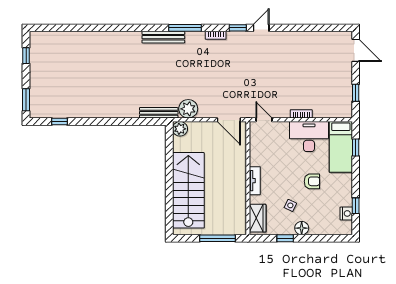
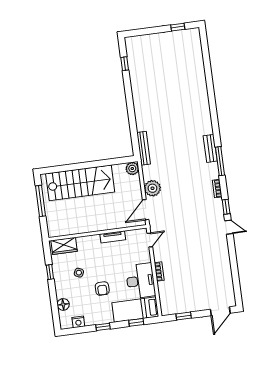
bench: (163, 37) -> (210, 148), width x0.73
window: (26, 100) -> (140, 32), removed
plant: (188, 109) -> (152, 188), moved
tv unit: (255, 181) -> (113, 237), moved
window: (356, 206) -> (103, 327), moved
floor lamp: (302, 228) -> (63, 304), moved
window: (217, 238) -> (40, 201), moved

